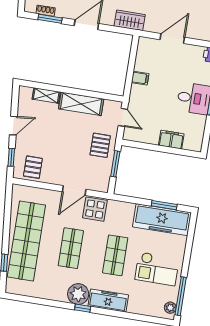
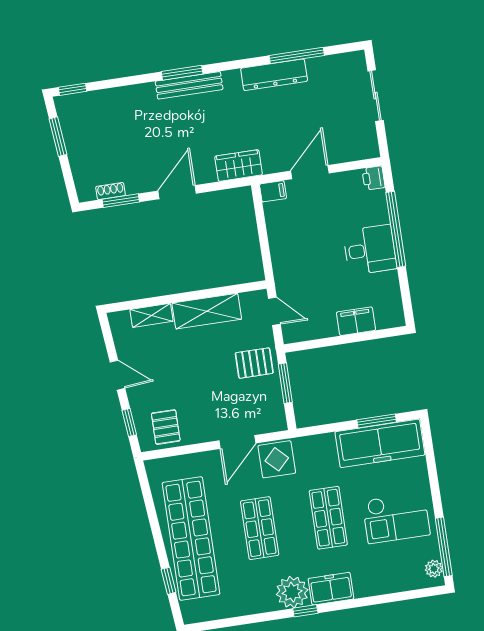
filing cabinet: (140, 78) -> (273, 191), moved
door: (13, 126) -> (117, 375), hinge flipped
pallet: (100, 145) -> (254, 363), turned 90
freezer: (108, 301) -> (331, 589), width x0.71

